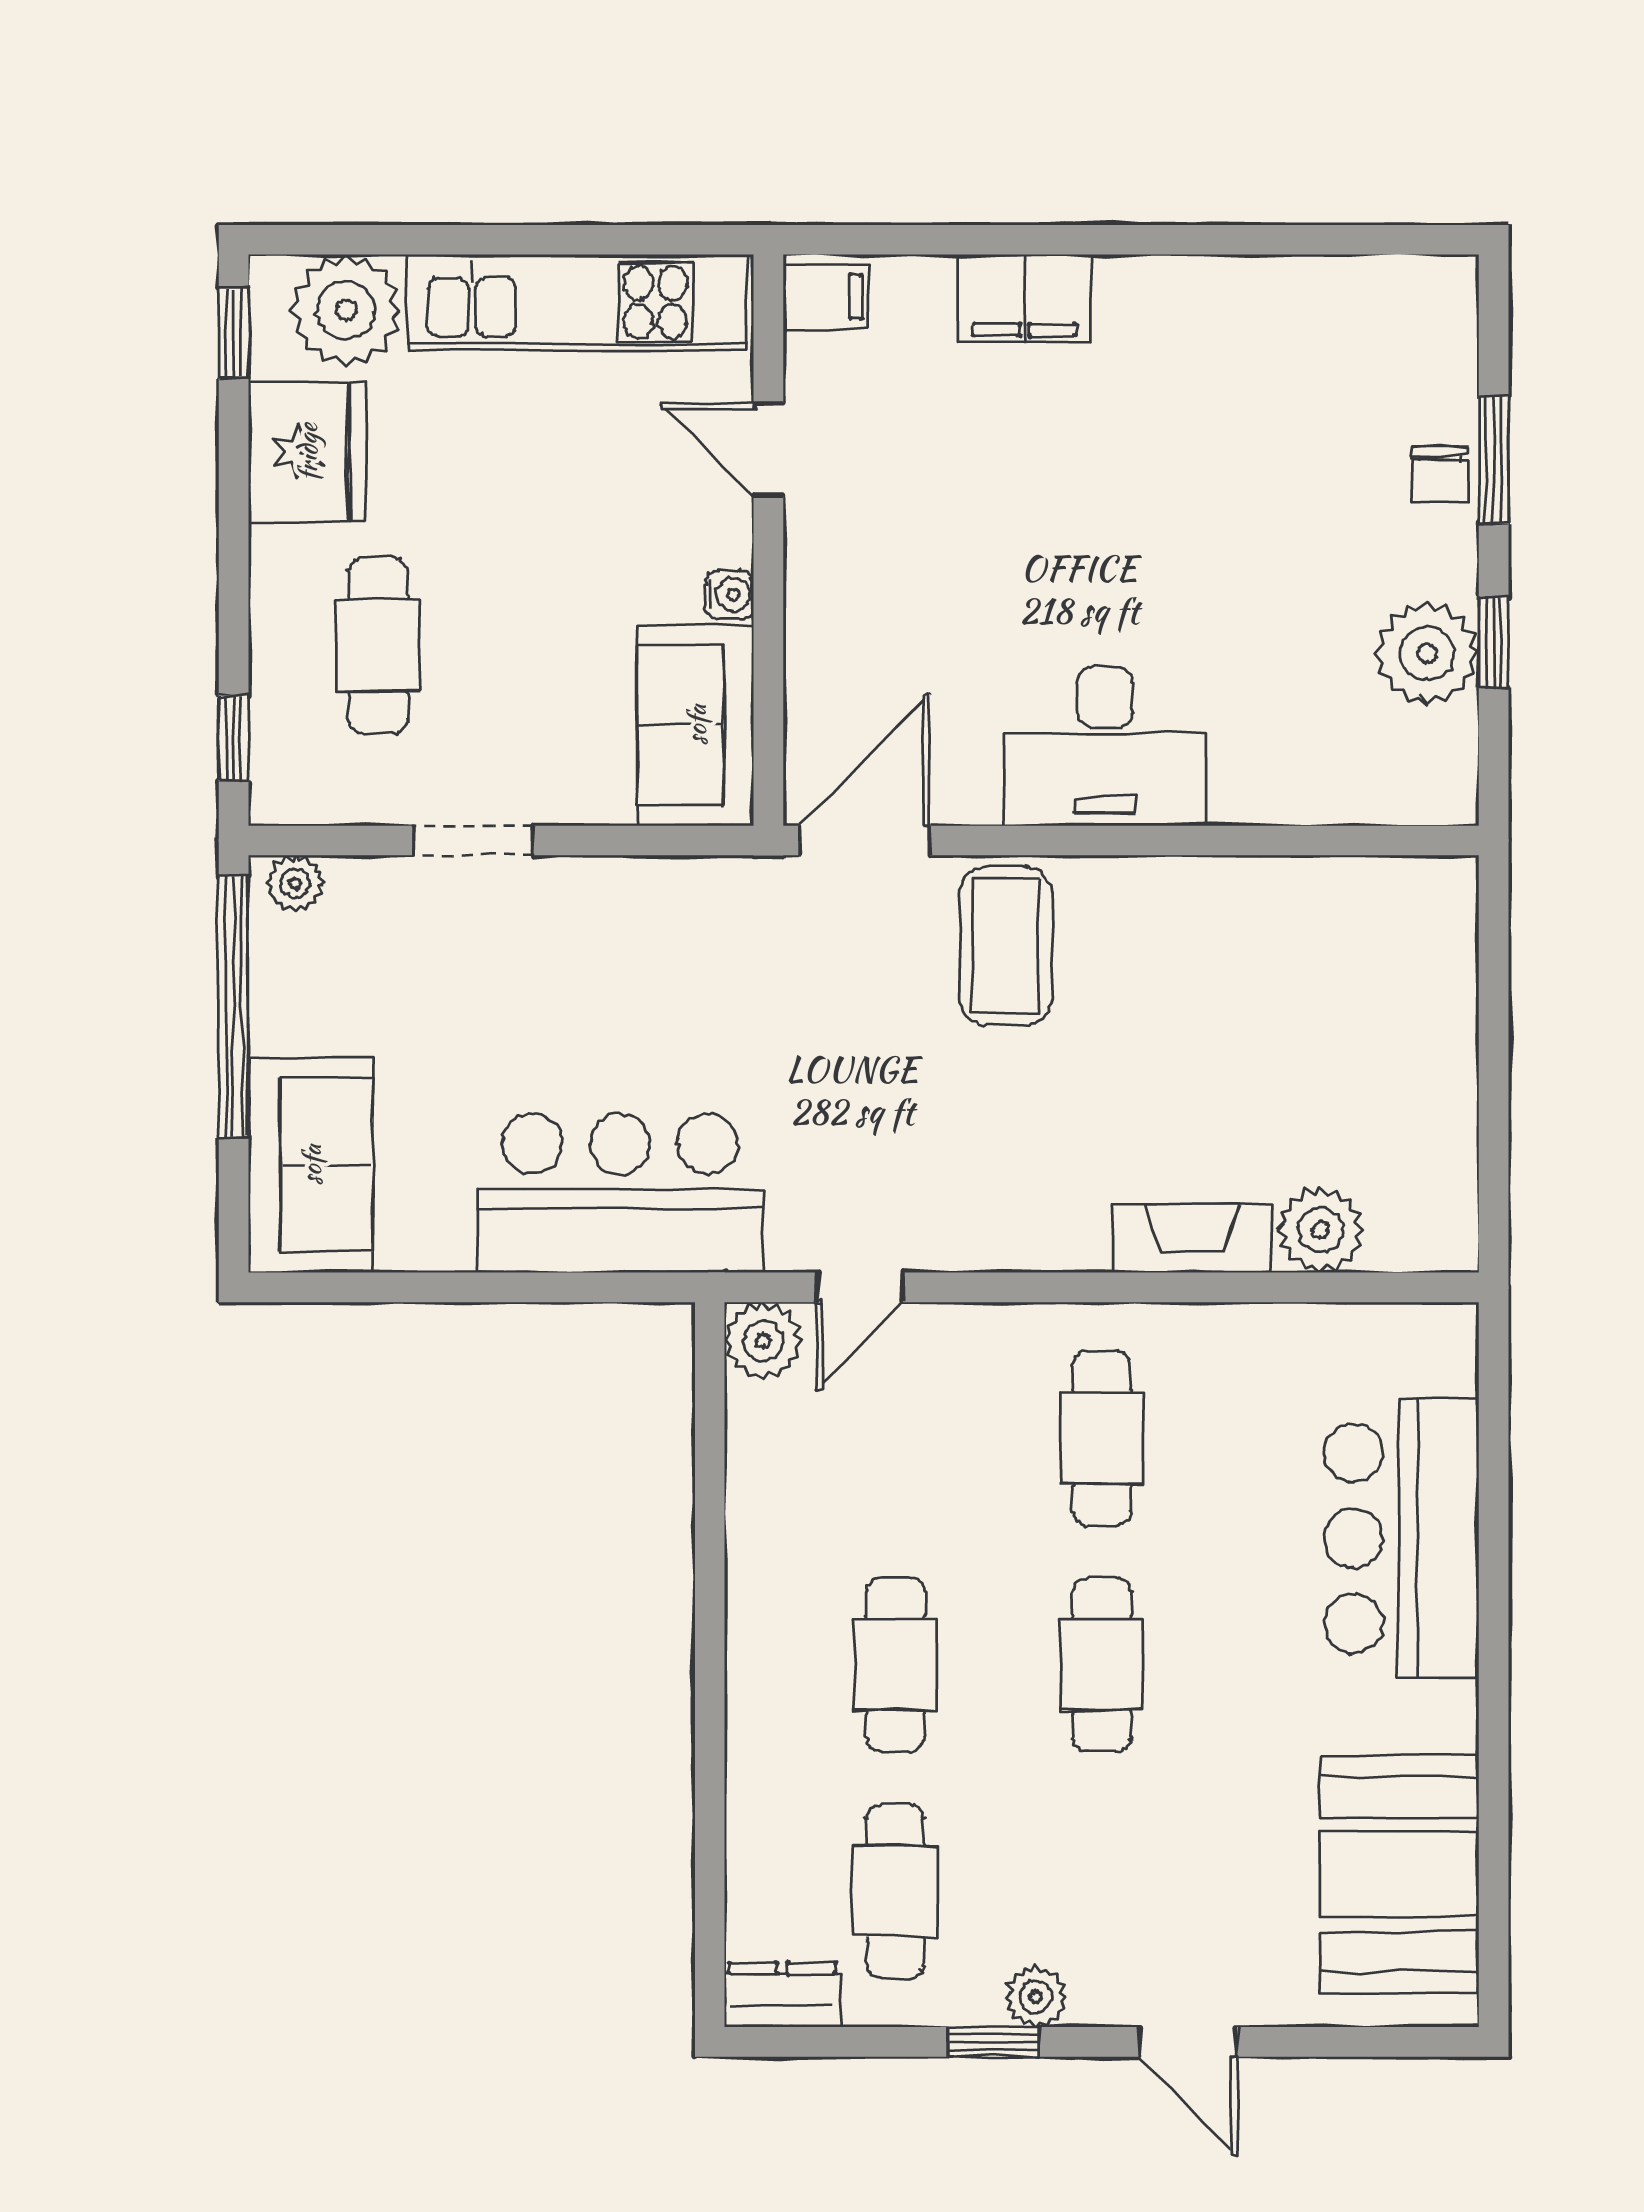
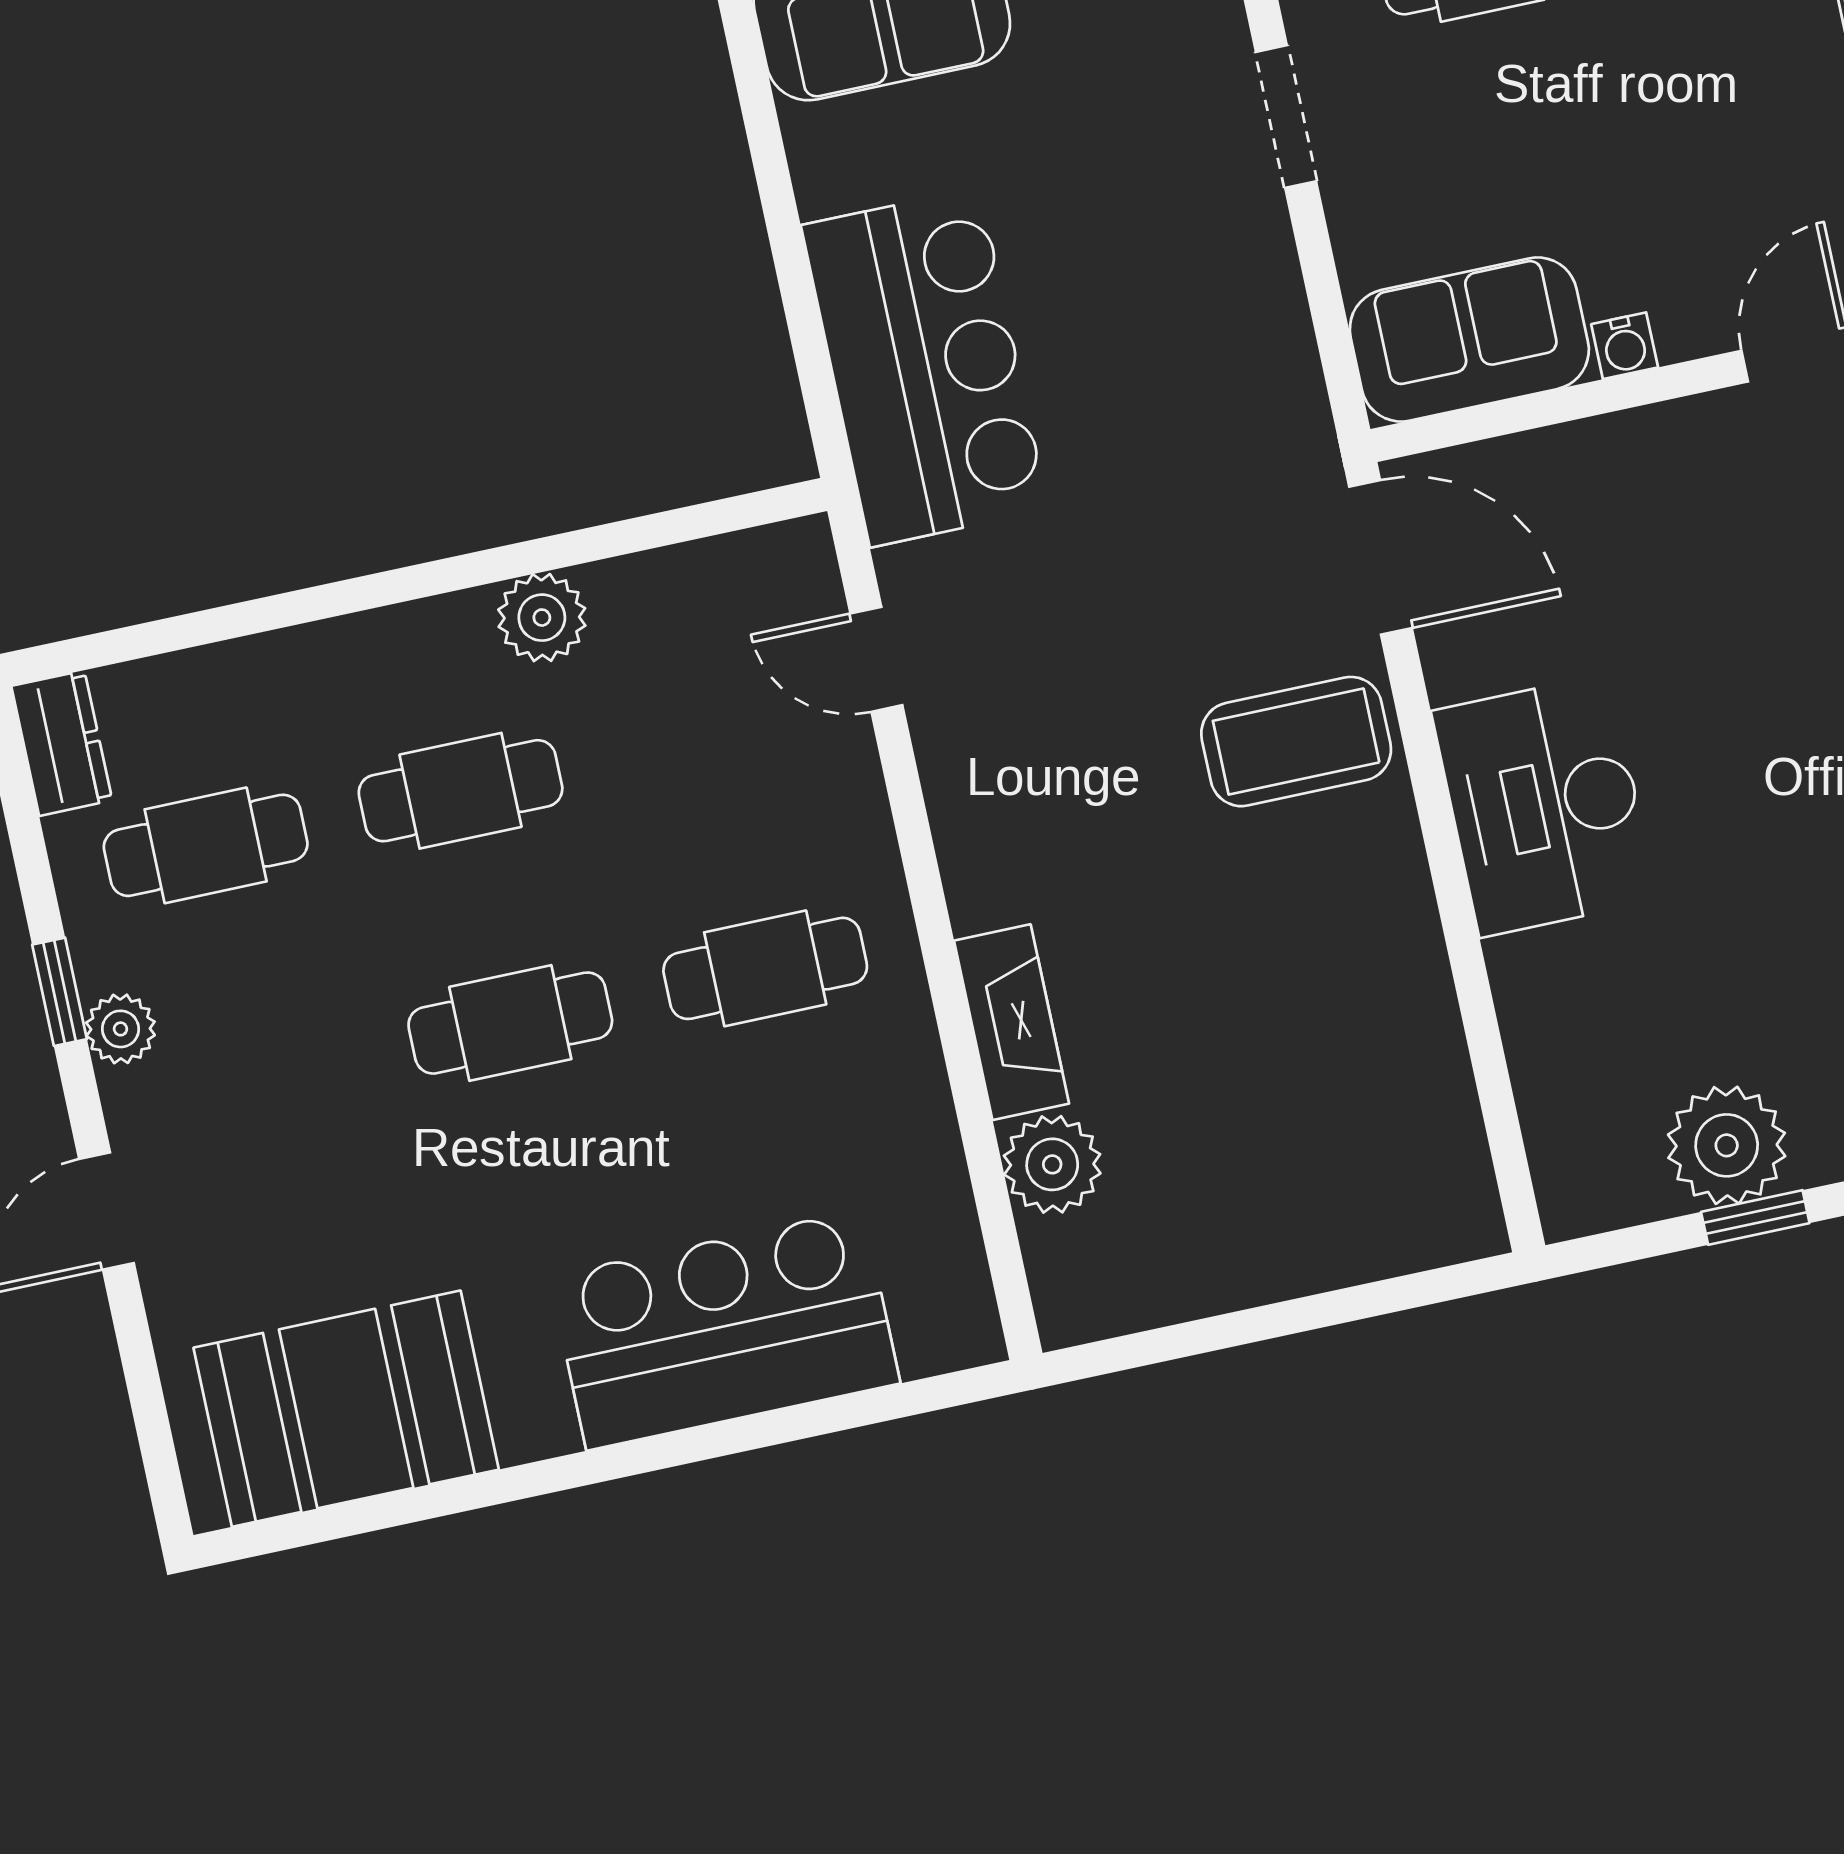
plant: (763, 1341) -> (542, 618), moved

